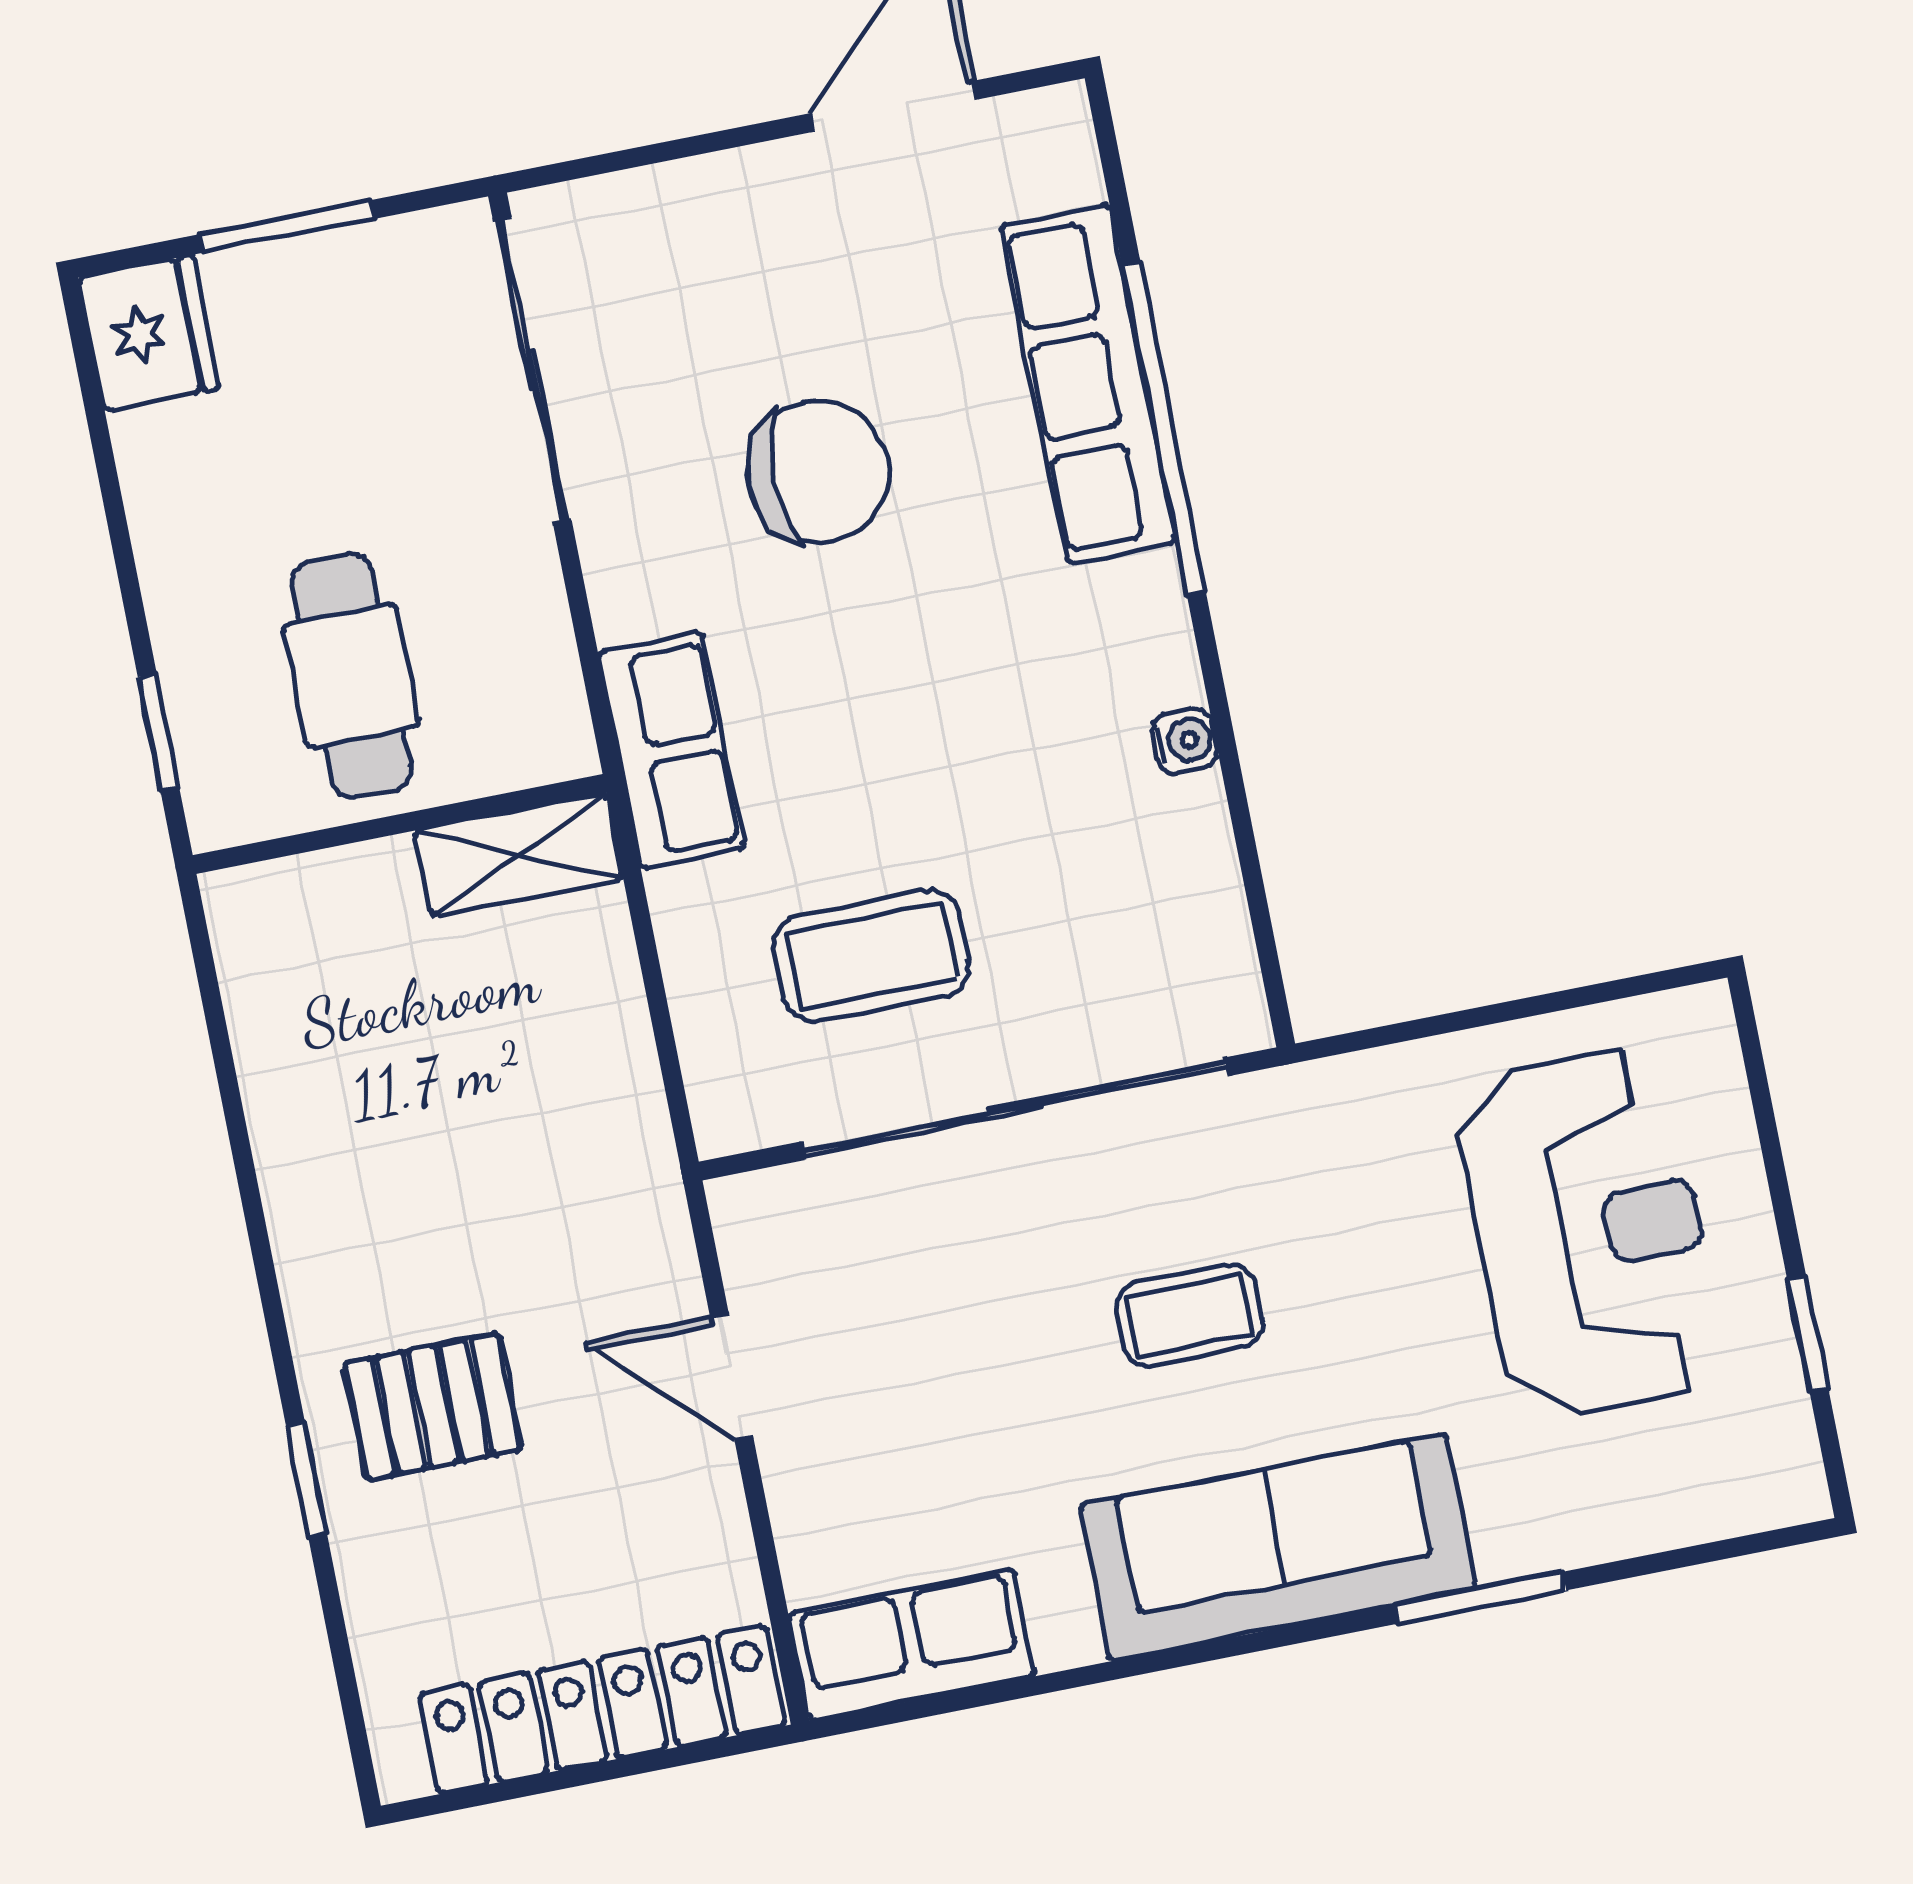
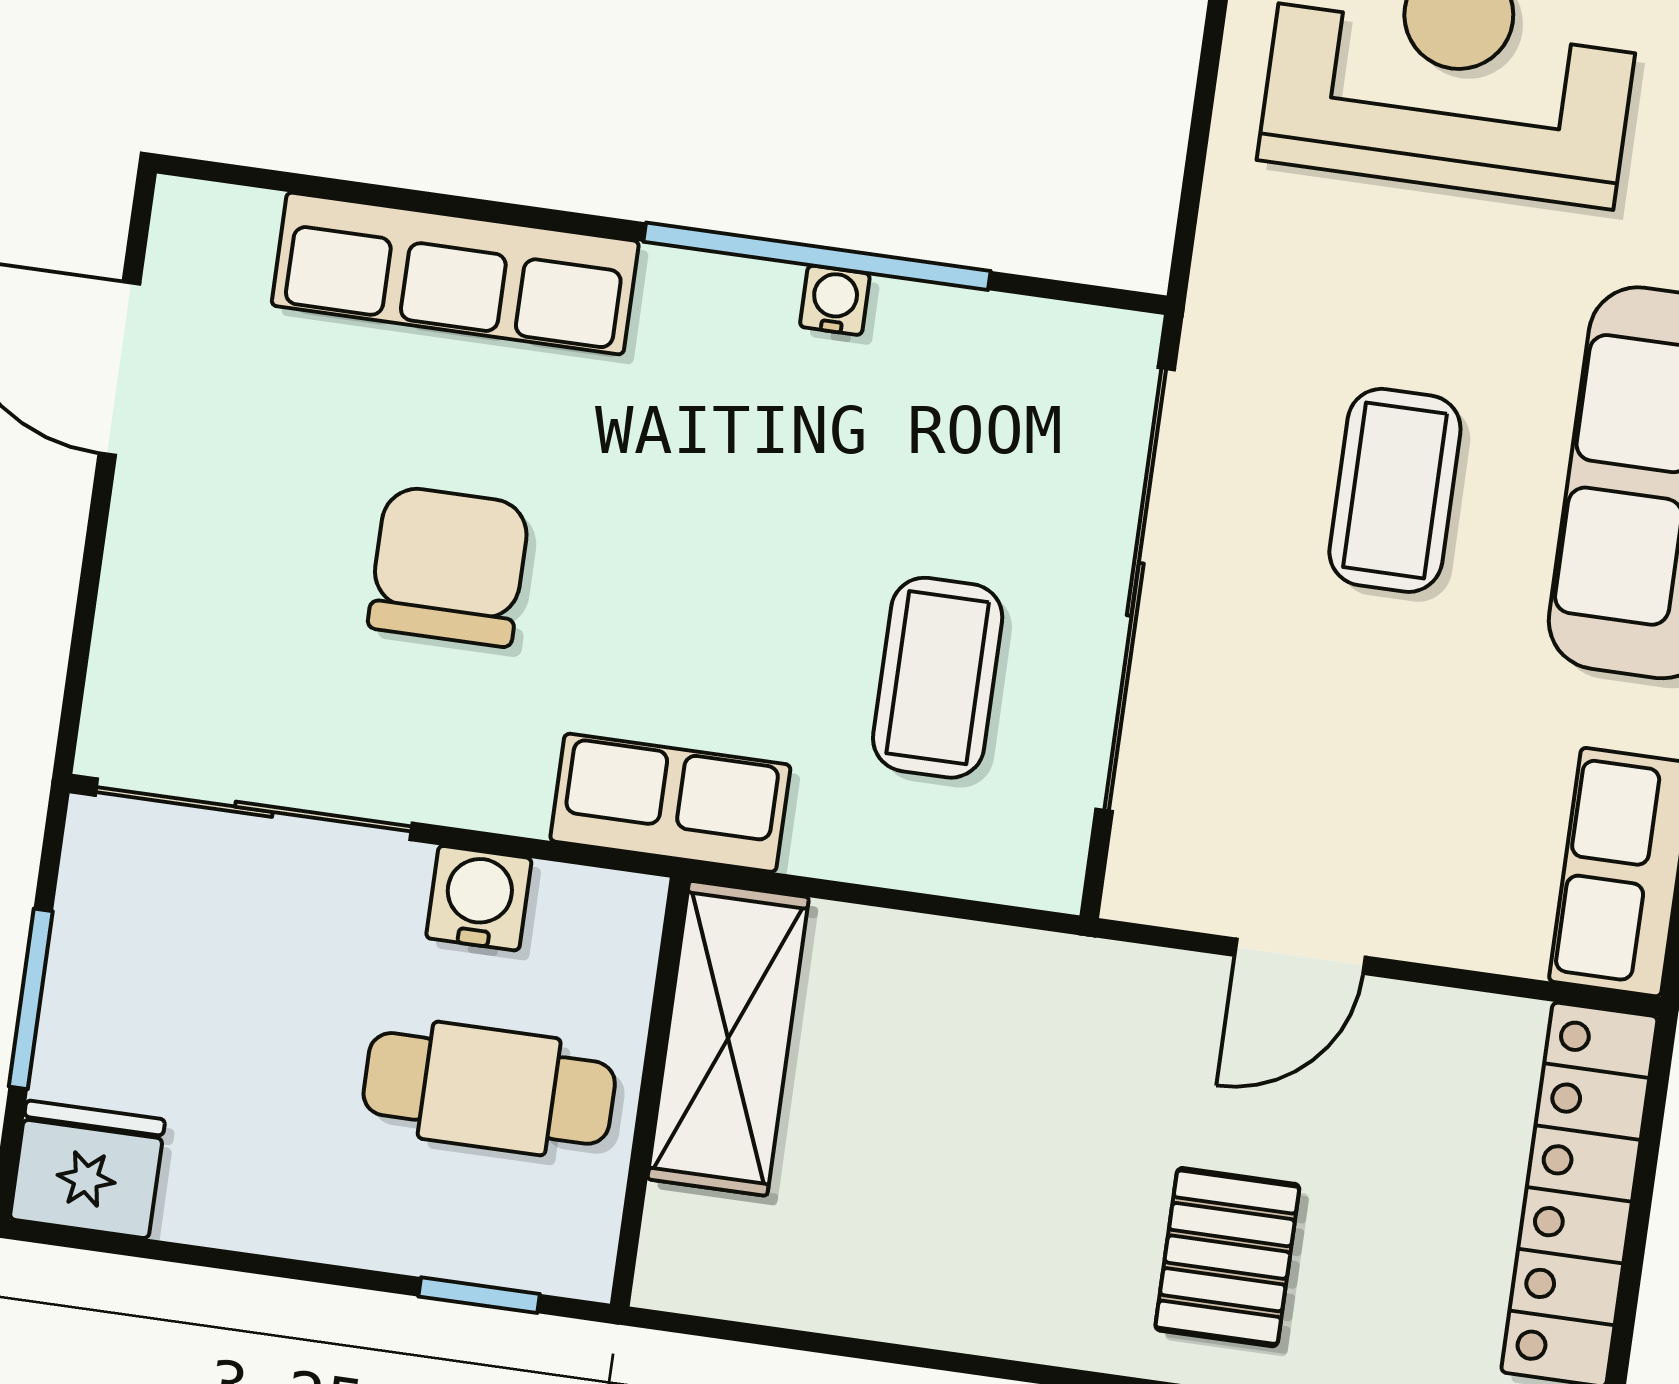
window: (1164, 429) -> (817, 256), moved
water cooler: (523, 605) -> (479, 898), added
shelving: (519, 855) -> (728, 1038), width x1.50, depth x1.33
coffee table: (1189, 1315) -> (1395, 490), width x1.36, depth x1.30

